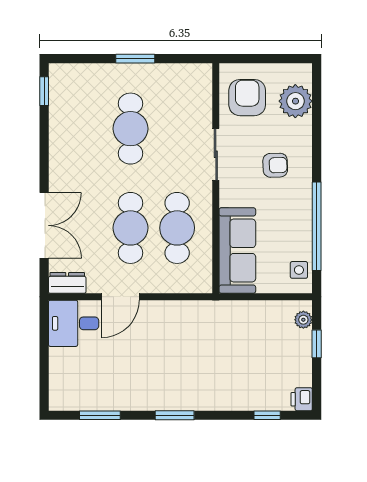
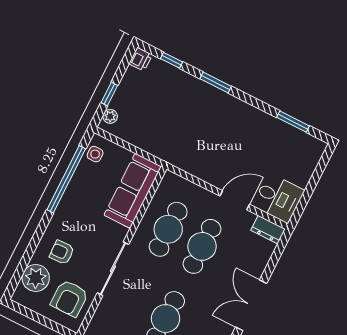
sliding door: (216, 154) -> (113, 269), width x1.37
armchair: (275, 165) -> (62, 252), moved
double door: (44, 225) -> (251, 305), moved
window: (175, 415) -> (216, 82), moved

